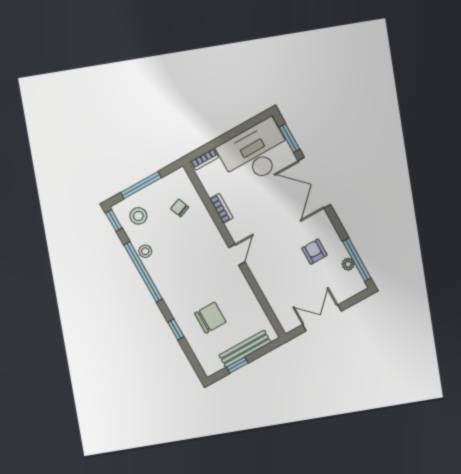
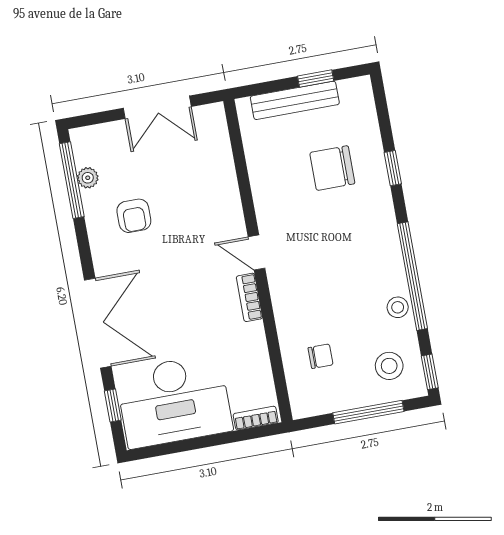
window: (289, 138) -> (113, 406), width x0.67
chair: (180, 208) -> (321, 356), turned -69
bookcase: (221, 208) -> (249, 297), moved
door: (237, 255) -> (256, 252), hinge flipped

